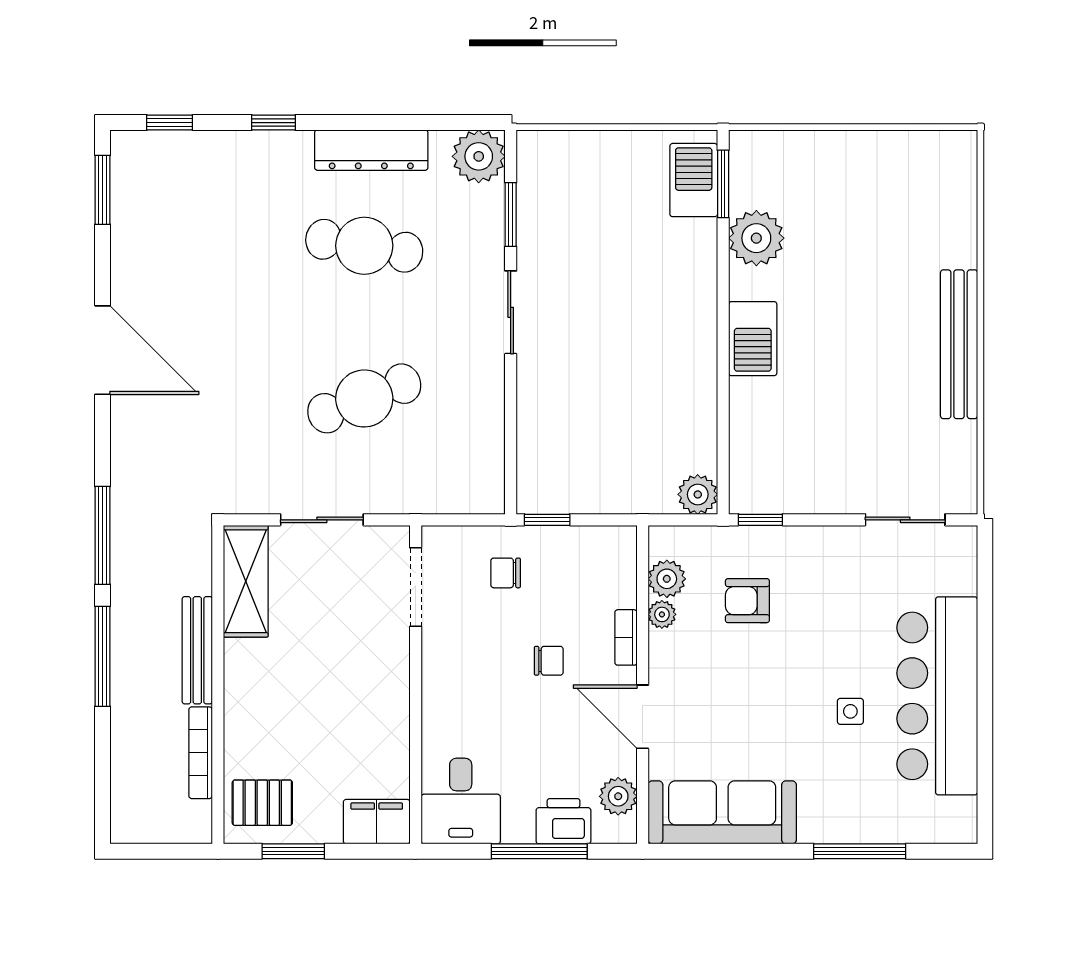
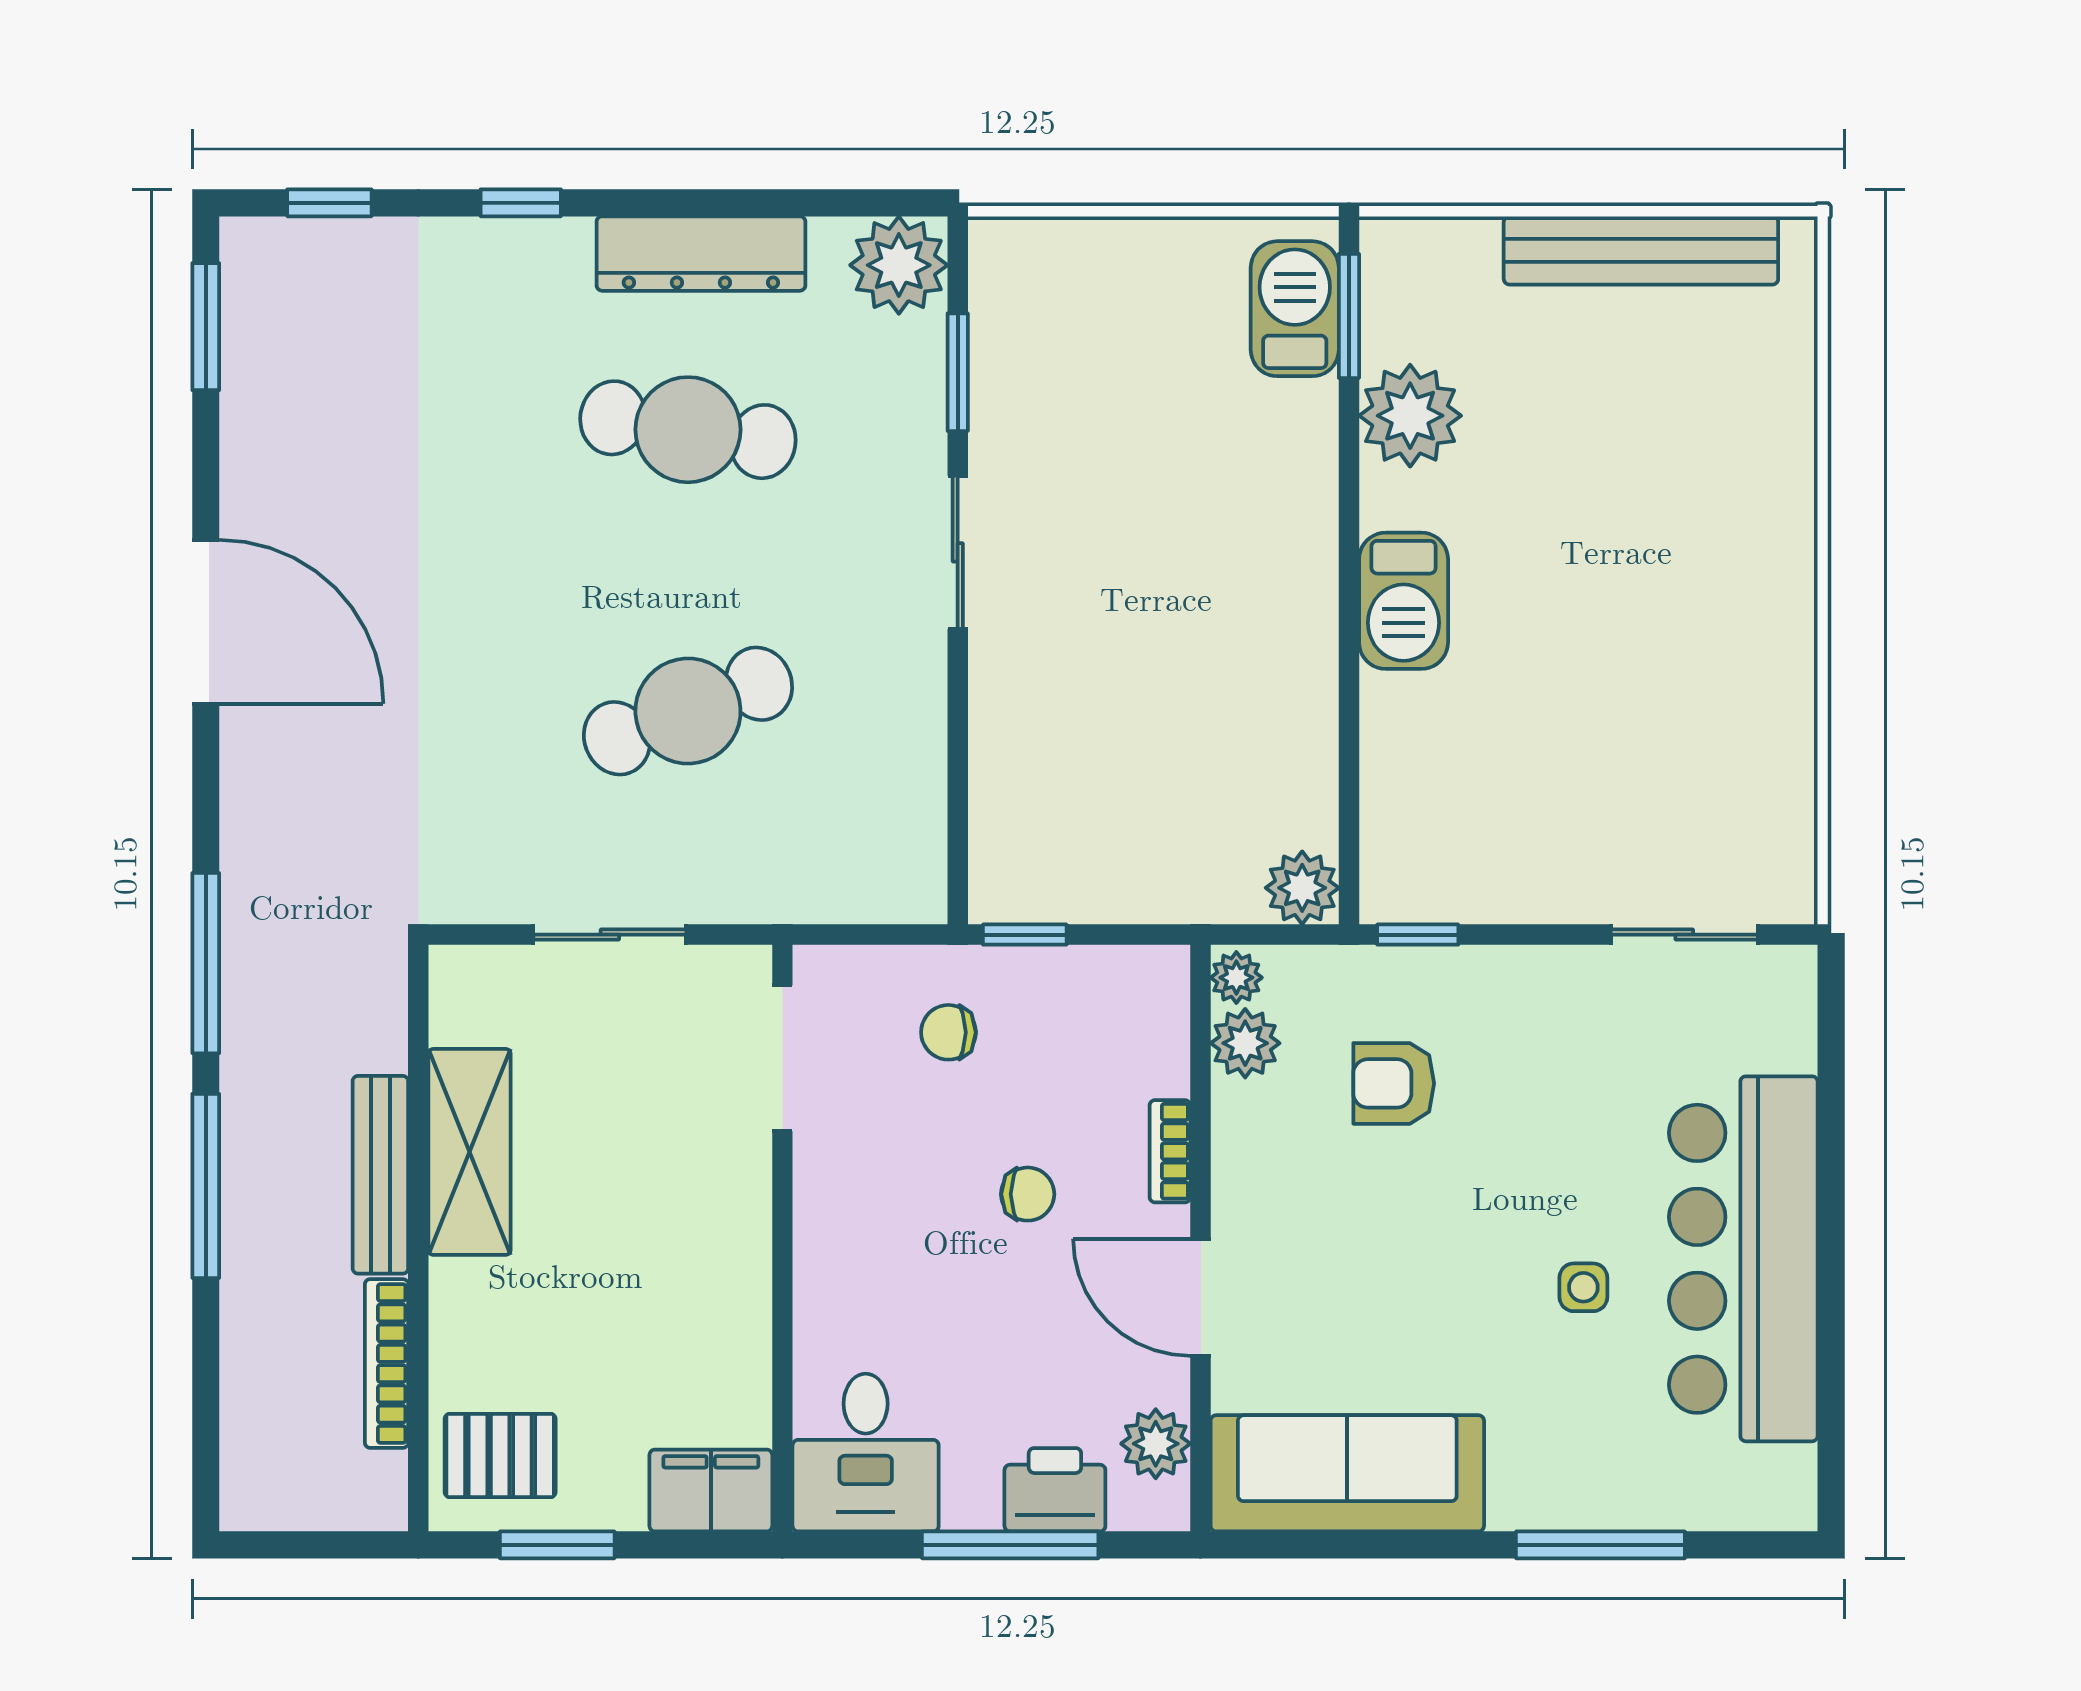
bench: (959, 344) -> (1641, 250), moved, turned 90
shelving: (246, 581) -> (470, 1152), moved
plant: (662, 614) -> (1236, 978), moved

